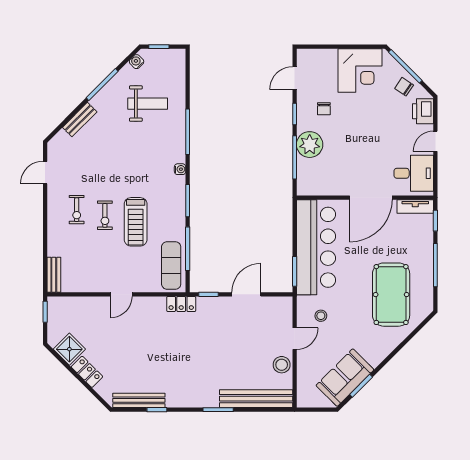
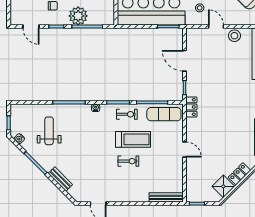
exercise bike: (77, 210) -> (127, 114), moved
bench: (54, 275) -> (166, 197), width x1.36

